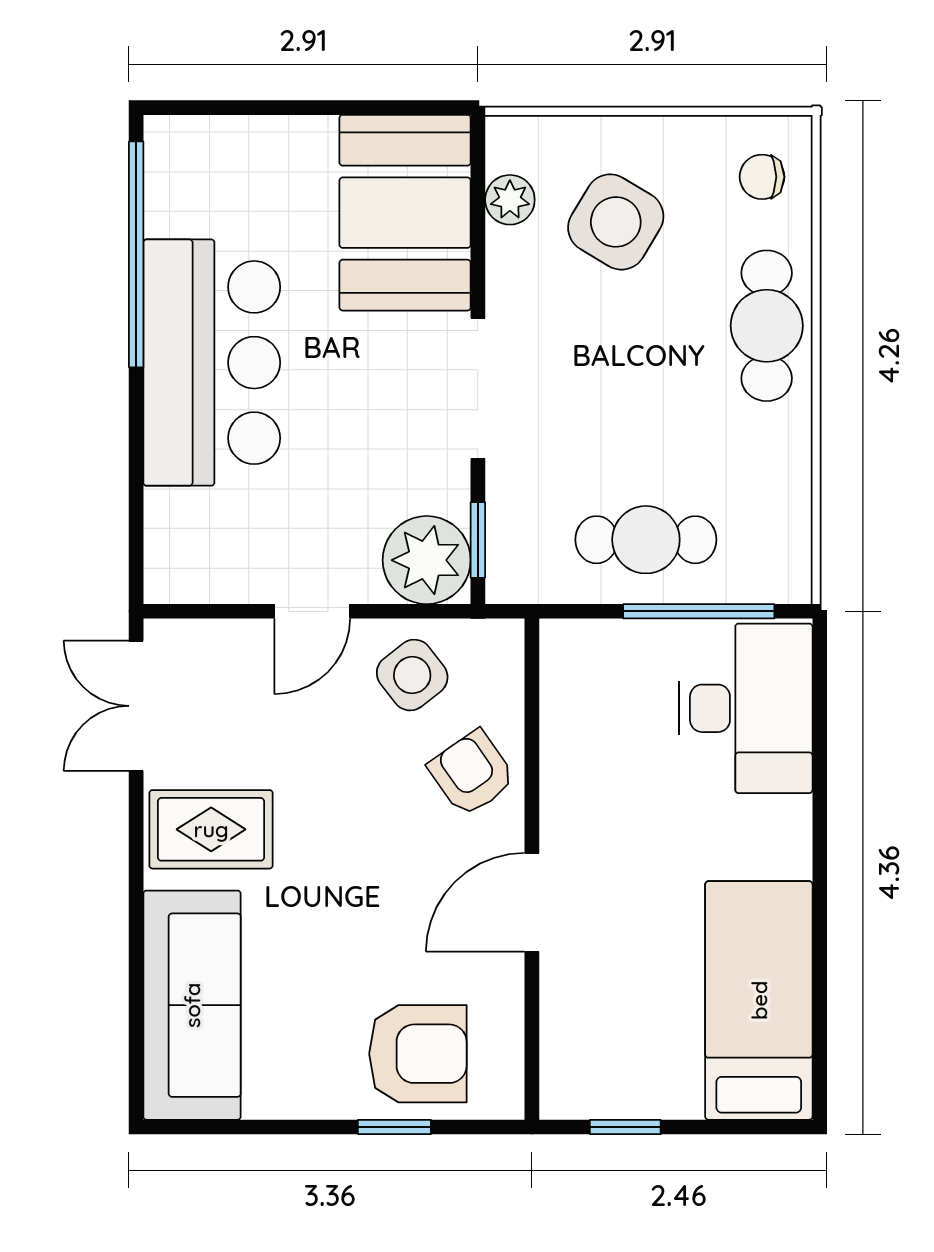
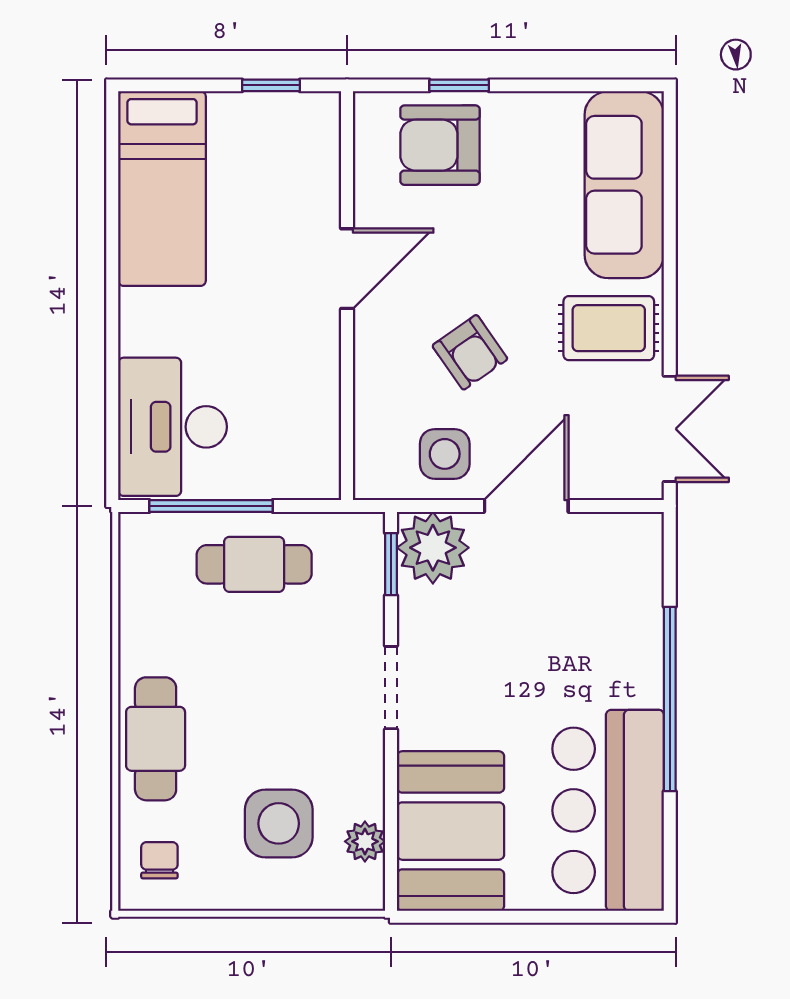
chair: (762, 177) -> (159, 860), turned -90
side table: (616, 222) -> (279, 823), turned -31
window: (136, 254) -> (670, 699), moved
bar counter: (212, 363) -> (608, 810), moved
doorway: (478, 388) -> (391, 688), width x0.73
door: (312, 611) -> (526, 506), width x1.38
side table: (412, 675) -> (445, 454), turned 38
armchair: (472, 773) -> (470, 352), moved

